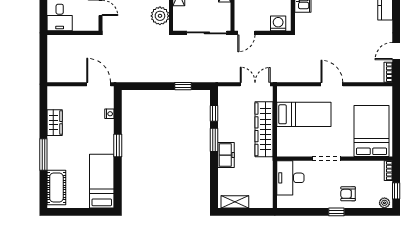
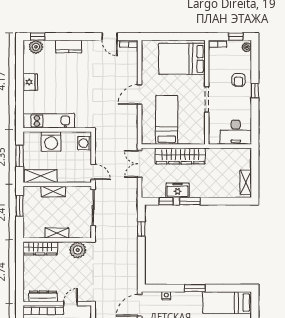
freezer: (226, 155) -> (178, 190), moved
desk: (290, 178) -> (236, 132), moved

